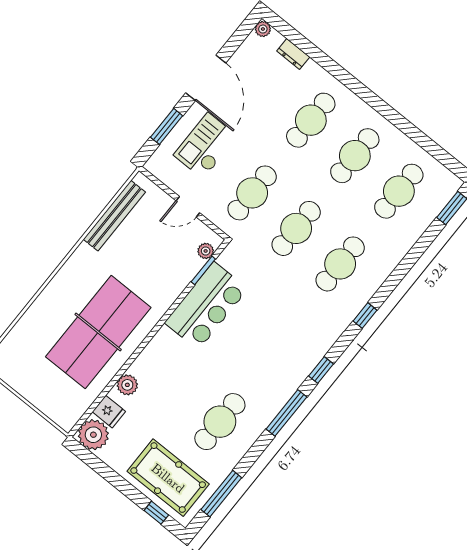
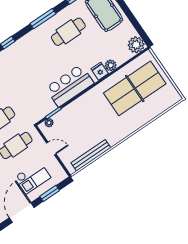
bar counter: (206, 306) -> (70, 86), moved
table tennis table: (98, 332) -> (135, 88), moved
fridge: (109, 412) -> (100, 71), moved
window: (286, 413) -> (43, 19), moved

